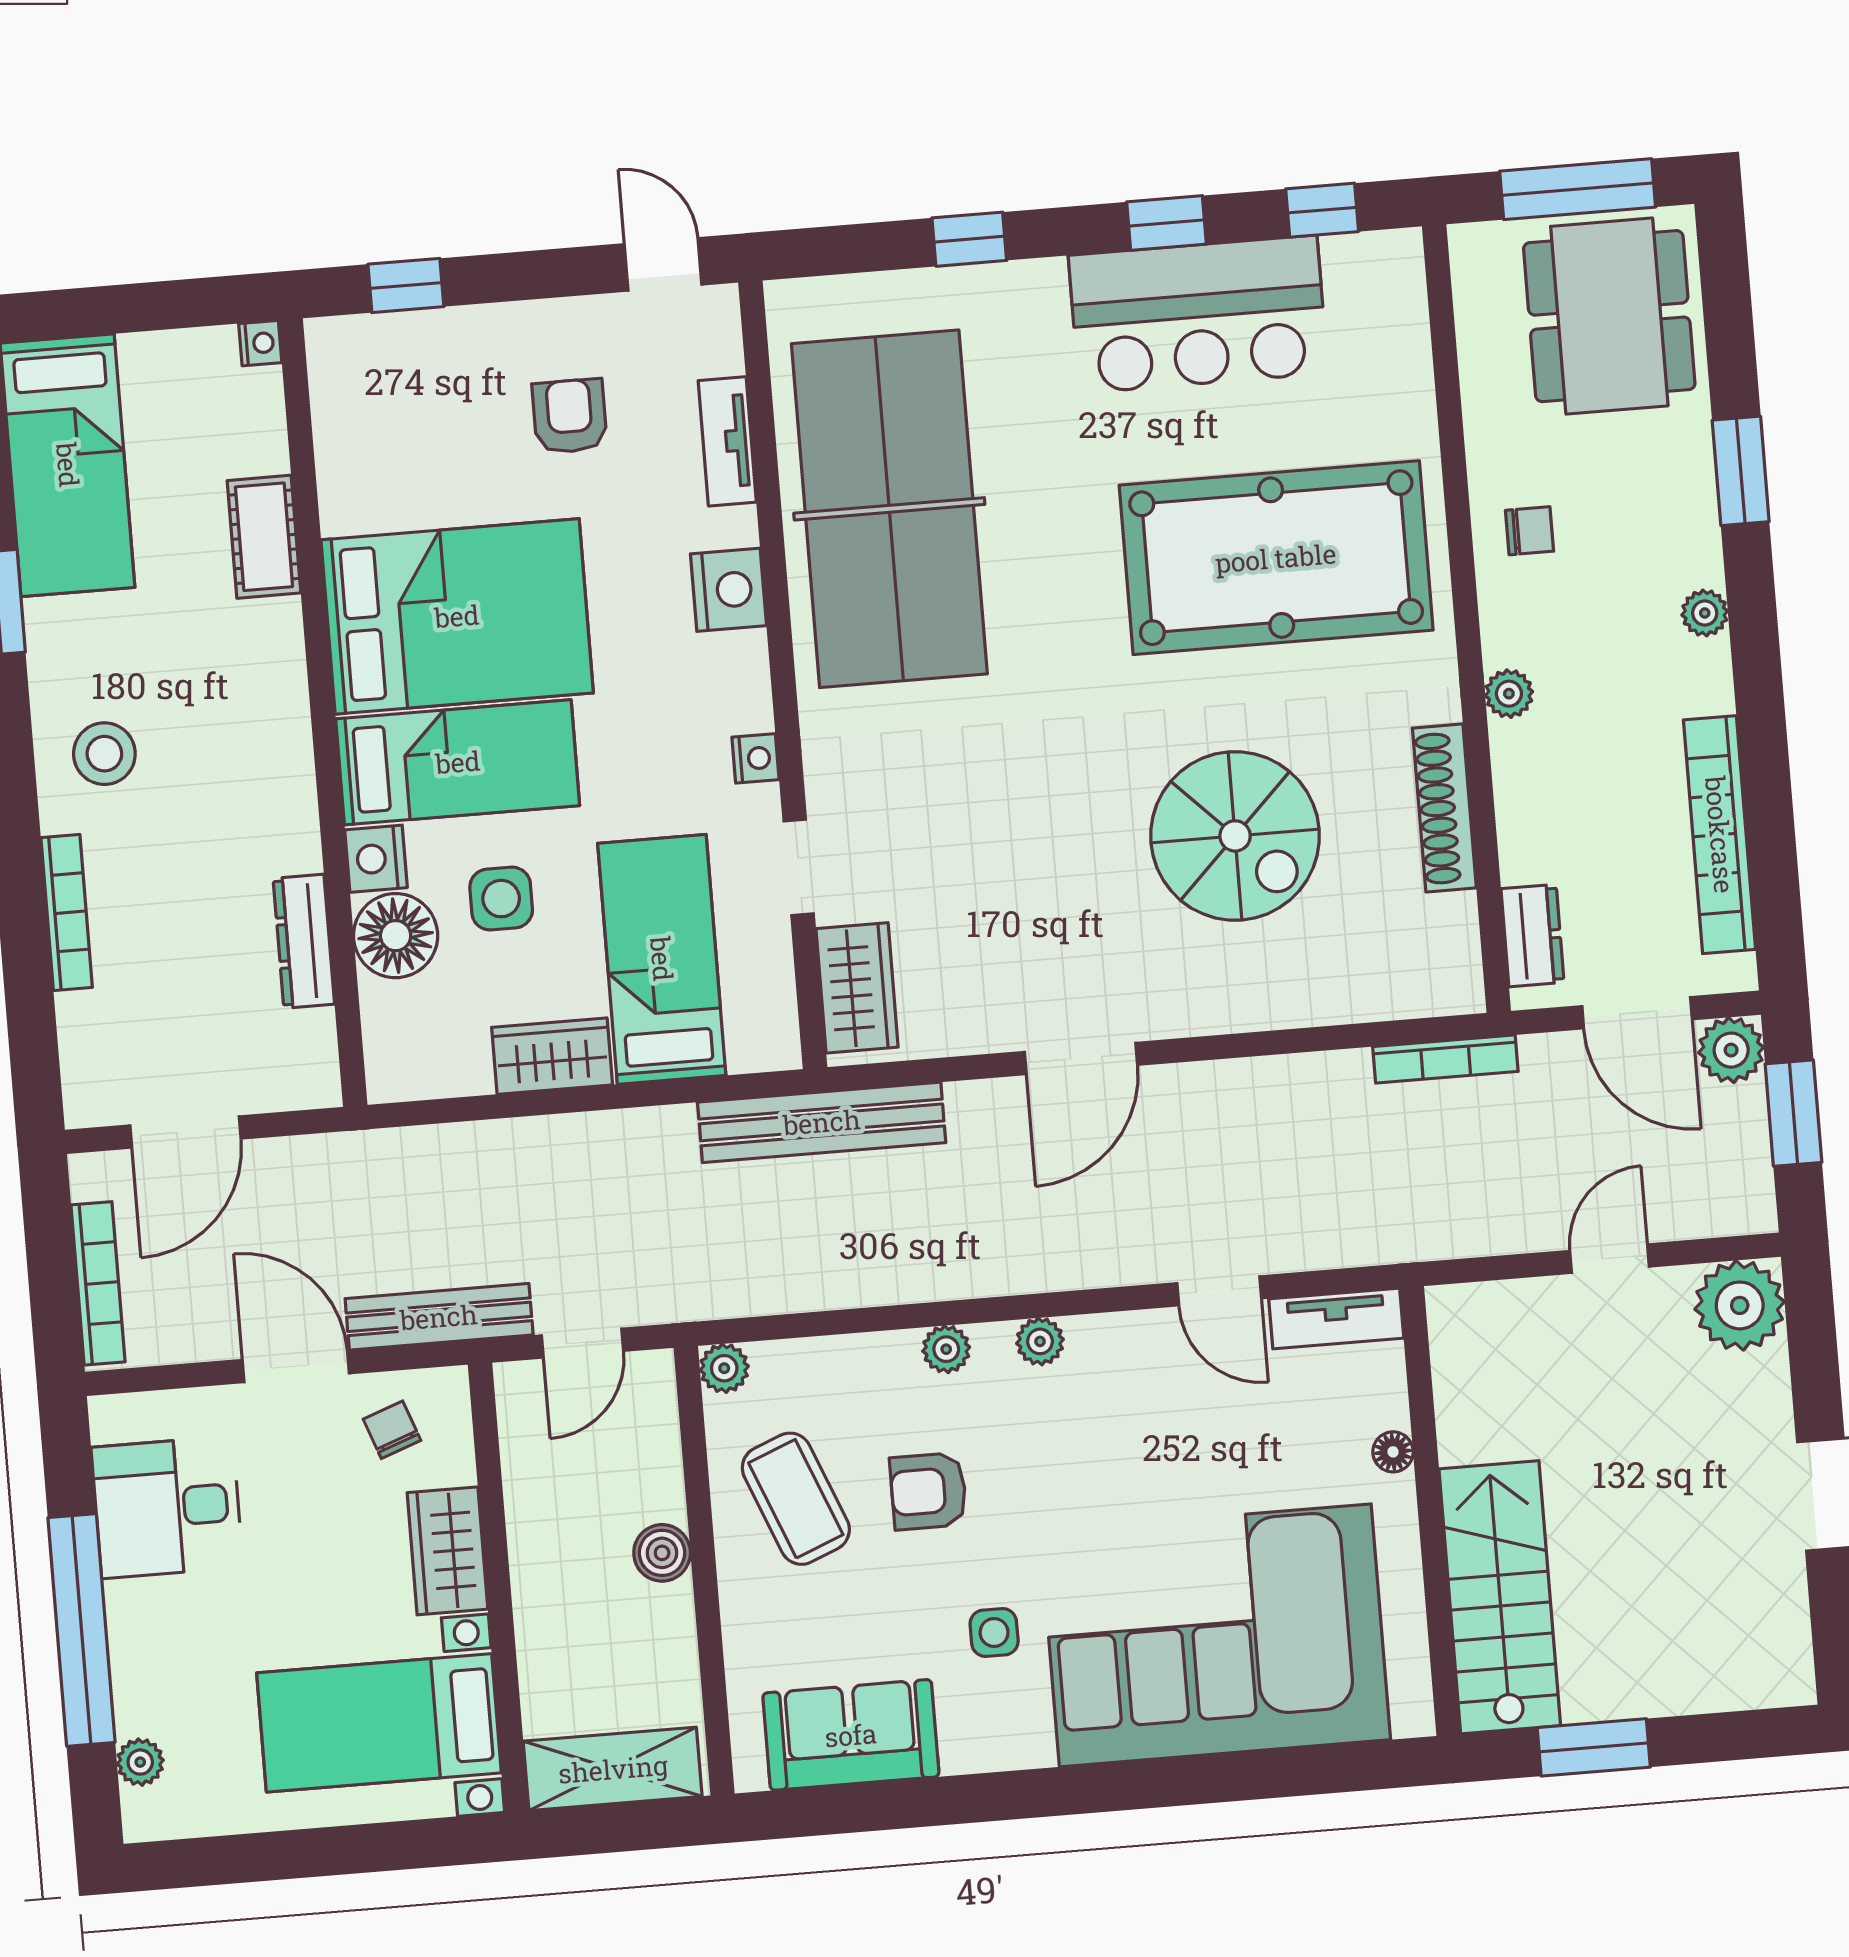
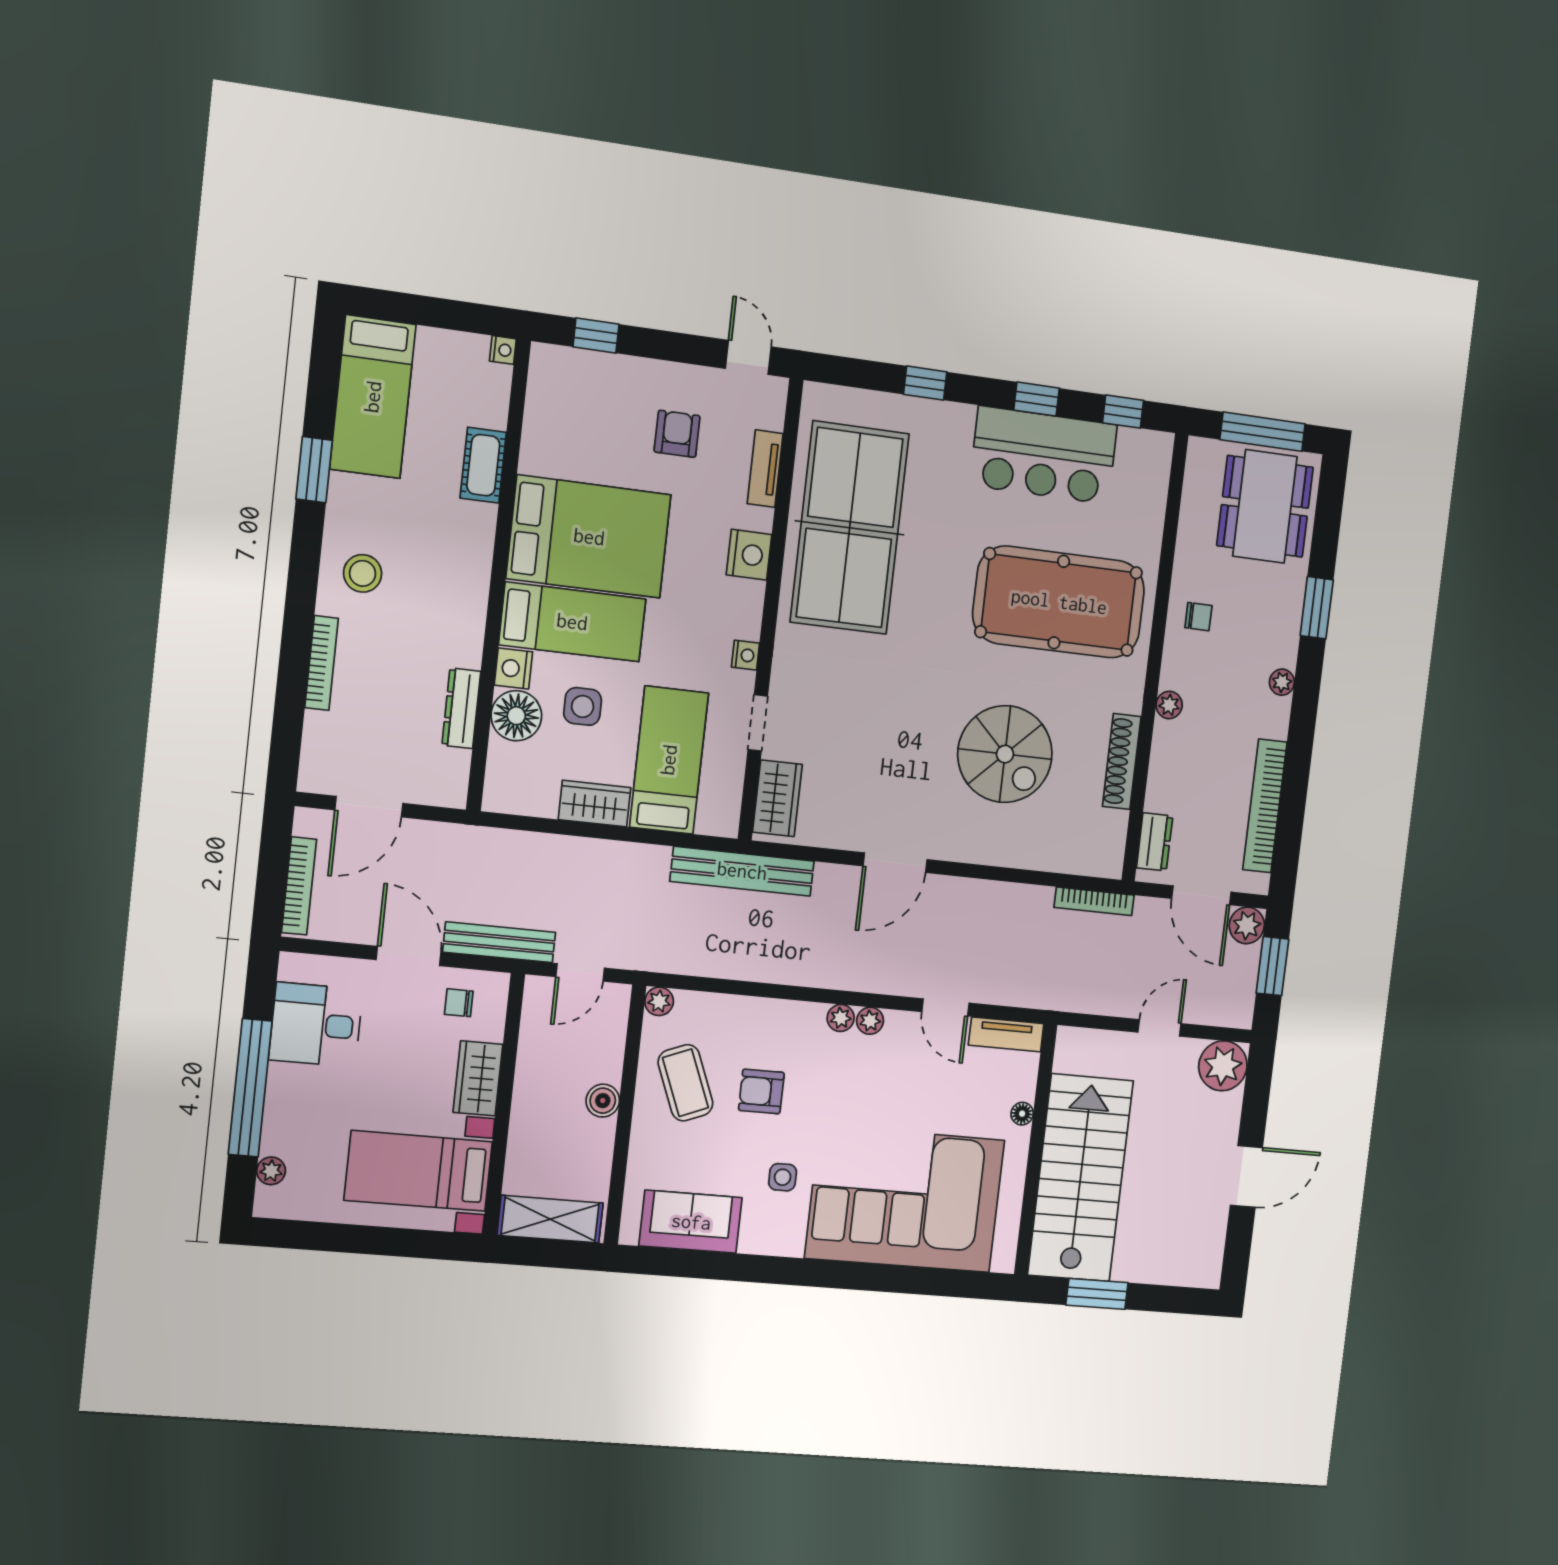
plant: (946, 1349) -> (870, 1021), moved
chair: (392, 1430) -> (459, 1003), turned -70
stairs: (1500, 1597) -> (1080, 1178), width x1.36, depth x1.51

